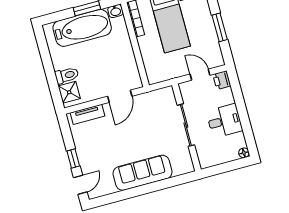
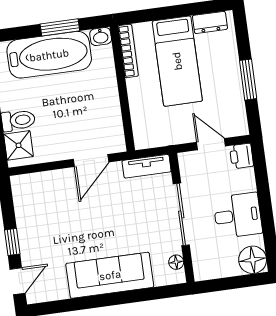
tv unit: (88, 114) -> (147, 166), moved
floor lamp: (244, 153) -> (253, 260), width x1.89, depth x1.89
floor lamp: (187, 158) -> (176, 262), added

